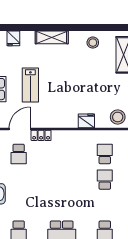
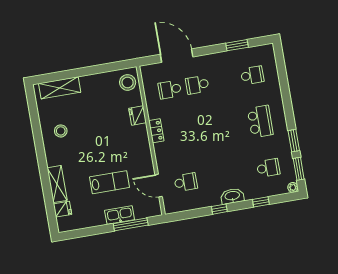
shelving: (52, 37) -> (57, 184), moved
stool: (93, 43) -> (61, 131), moved
locker: (41, 135) -> (156, 131), moved

